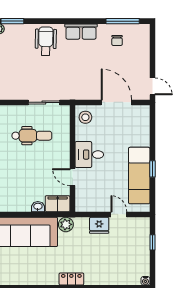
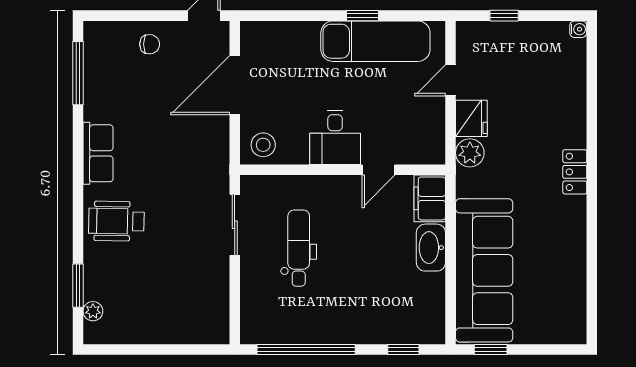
chair: (117, 40) -> (150, 44), moved
washbasin: (38, 207) -> (431, 248), width x1.91, depth x1.45
plant: (66, 224) -> (470, 153), moved

